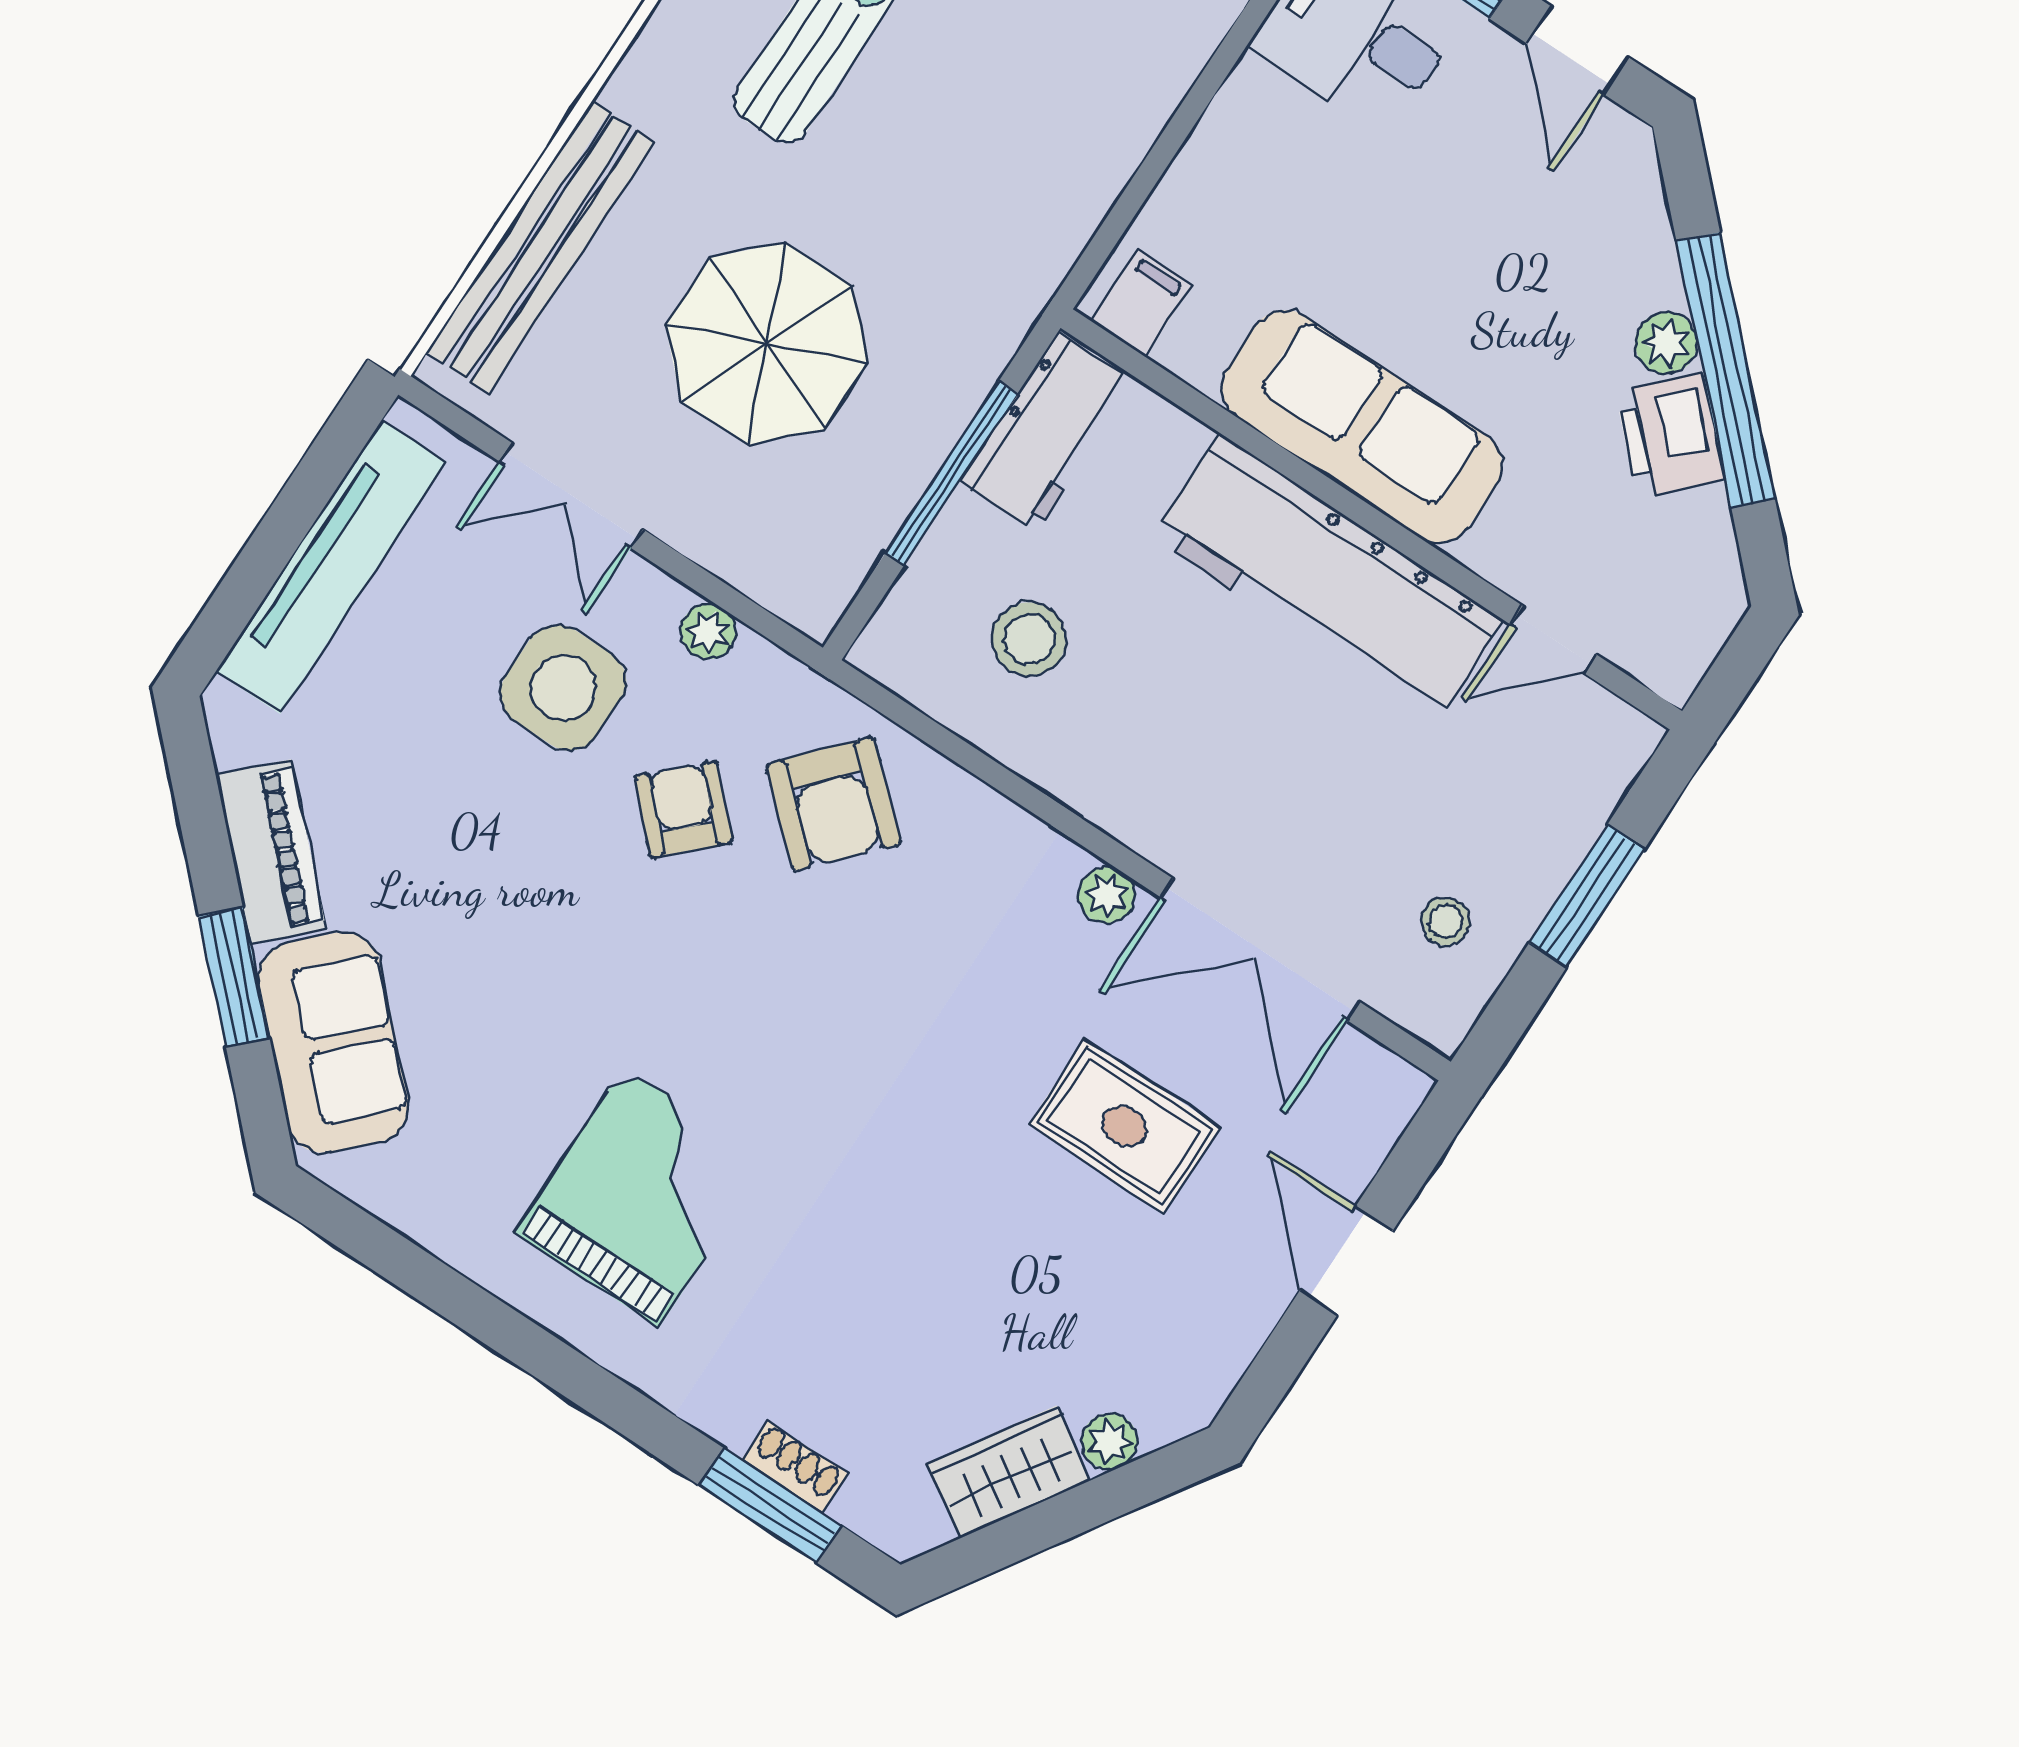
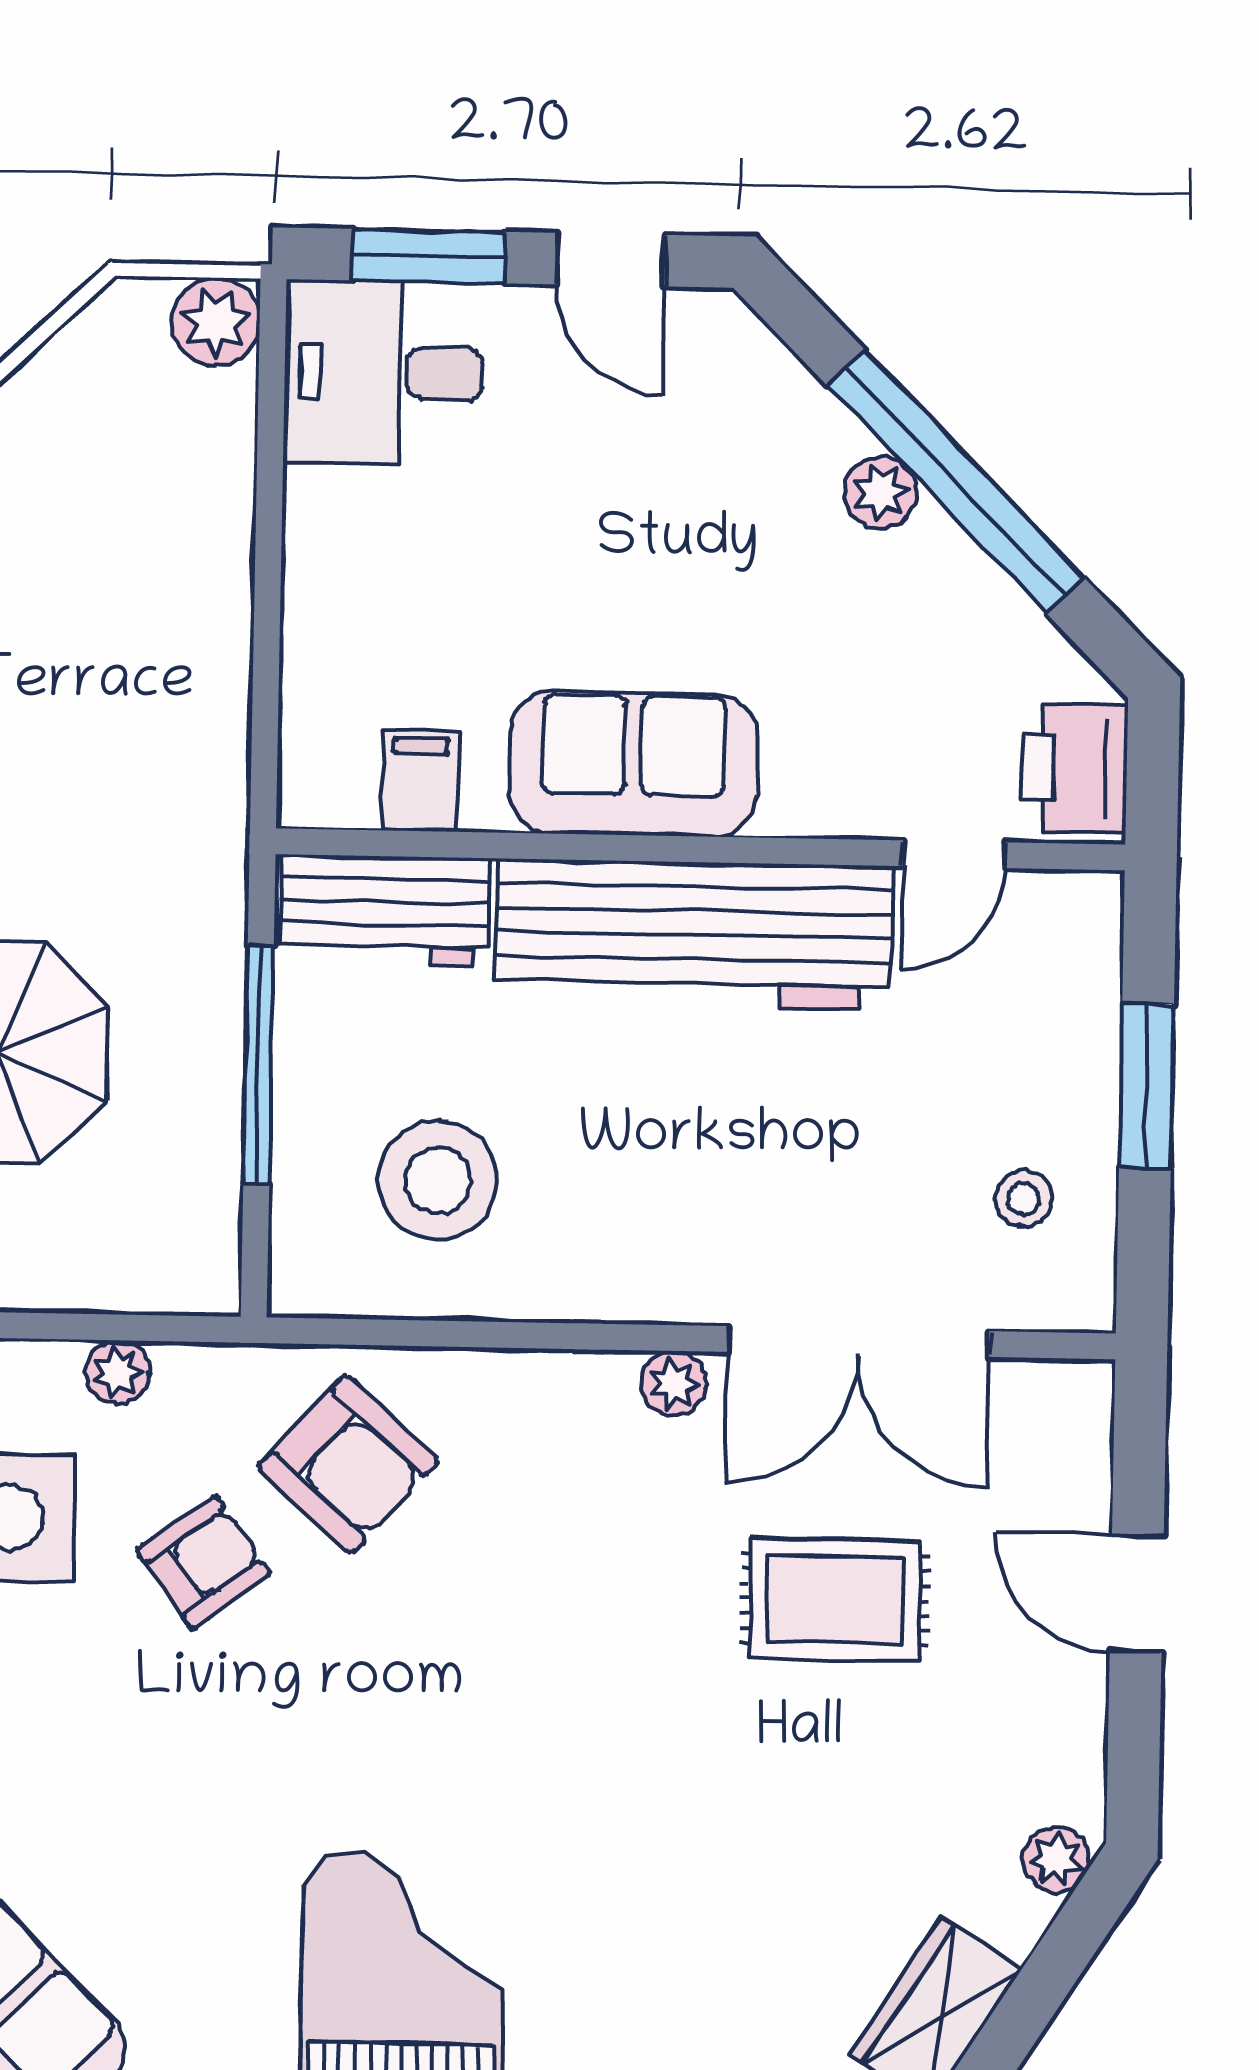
filing cabinet: (1142, 303) -> (420, 781), moved
sofa: (1362, 426) -> (633, 764), width x0.73
workbench: (1048, 432) -> (385, 910), moved, turned 90
printer: (1670, 435) -> (1074, 768), moved, turned 45
stool: (1029, 639) -> (438, 1180), width x1.38, depth x1.38
armchair: (683, 809) -> (204, 1562), turned 98
plant: (1110, 1441) -> (1056, 1860), moved

